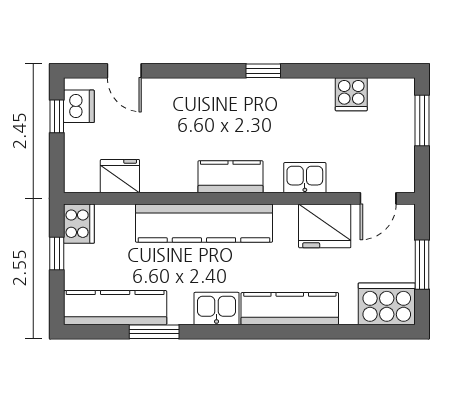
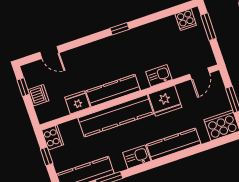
cooker: (351, 94) -> (186, 20), moved
dishwasher: (79, 106) -> (38, 95), moved
fridge: (120, 176) -> (77, 102), moved
kitchen counter: (230, 177) -> (113, 91), width x1.50
fridge: (325, 226) -> (165, 101), moved

